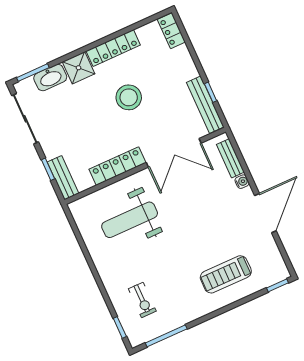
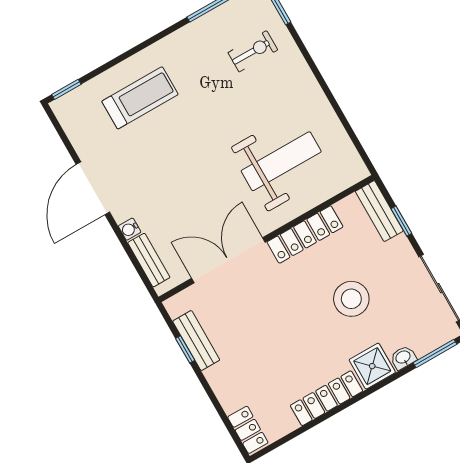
washbasin: (50, 78) -> (403, 358), width x0.52, depth x0.69
stool: (129, 97) -> (351, 299), moved
bench: (205, 105) -> (196, 341), width x0.73
exercise bike: (142, 300) -> (253, 51), turned 90

